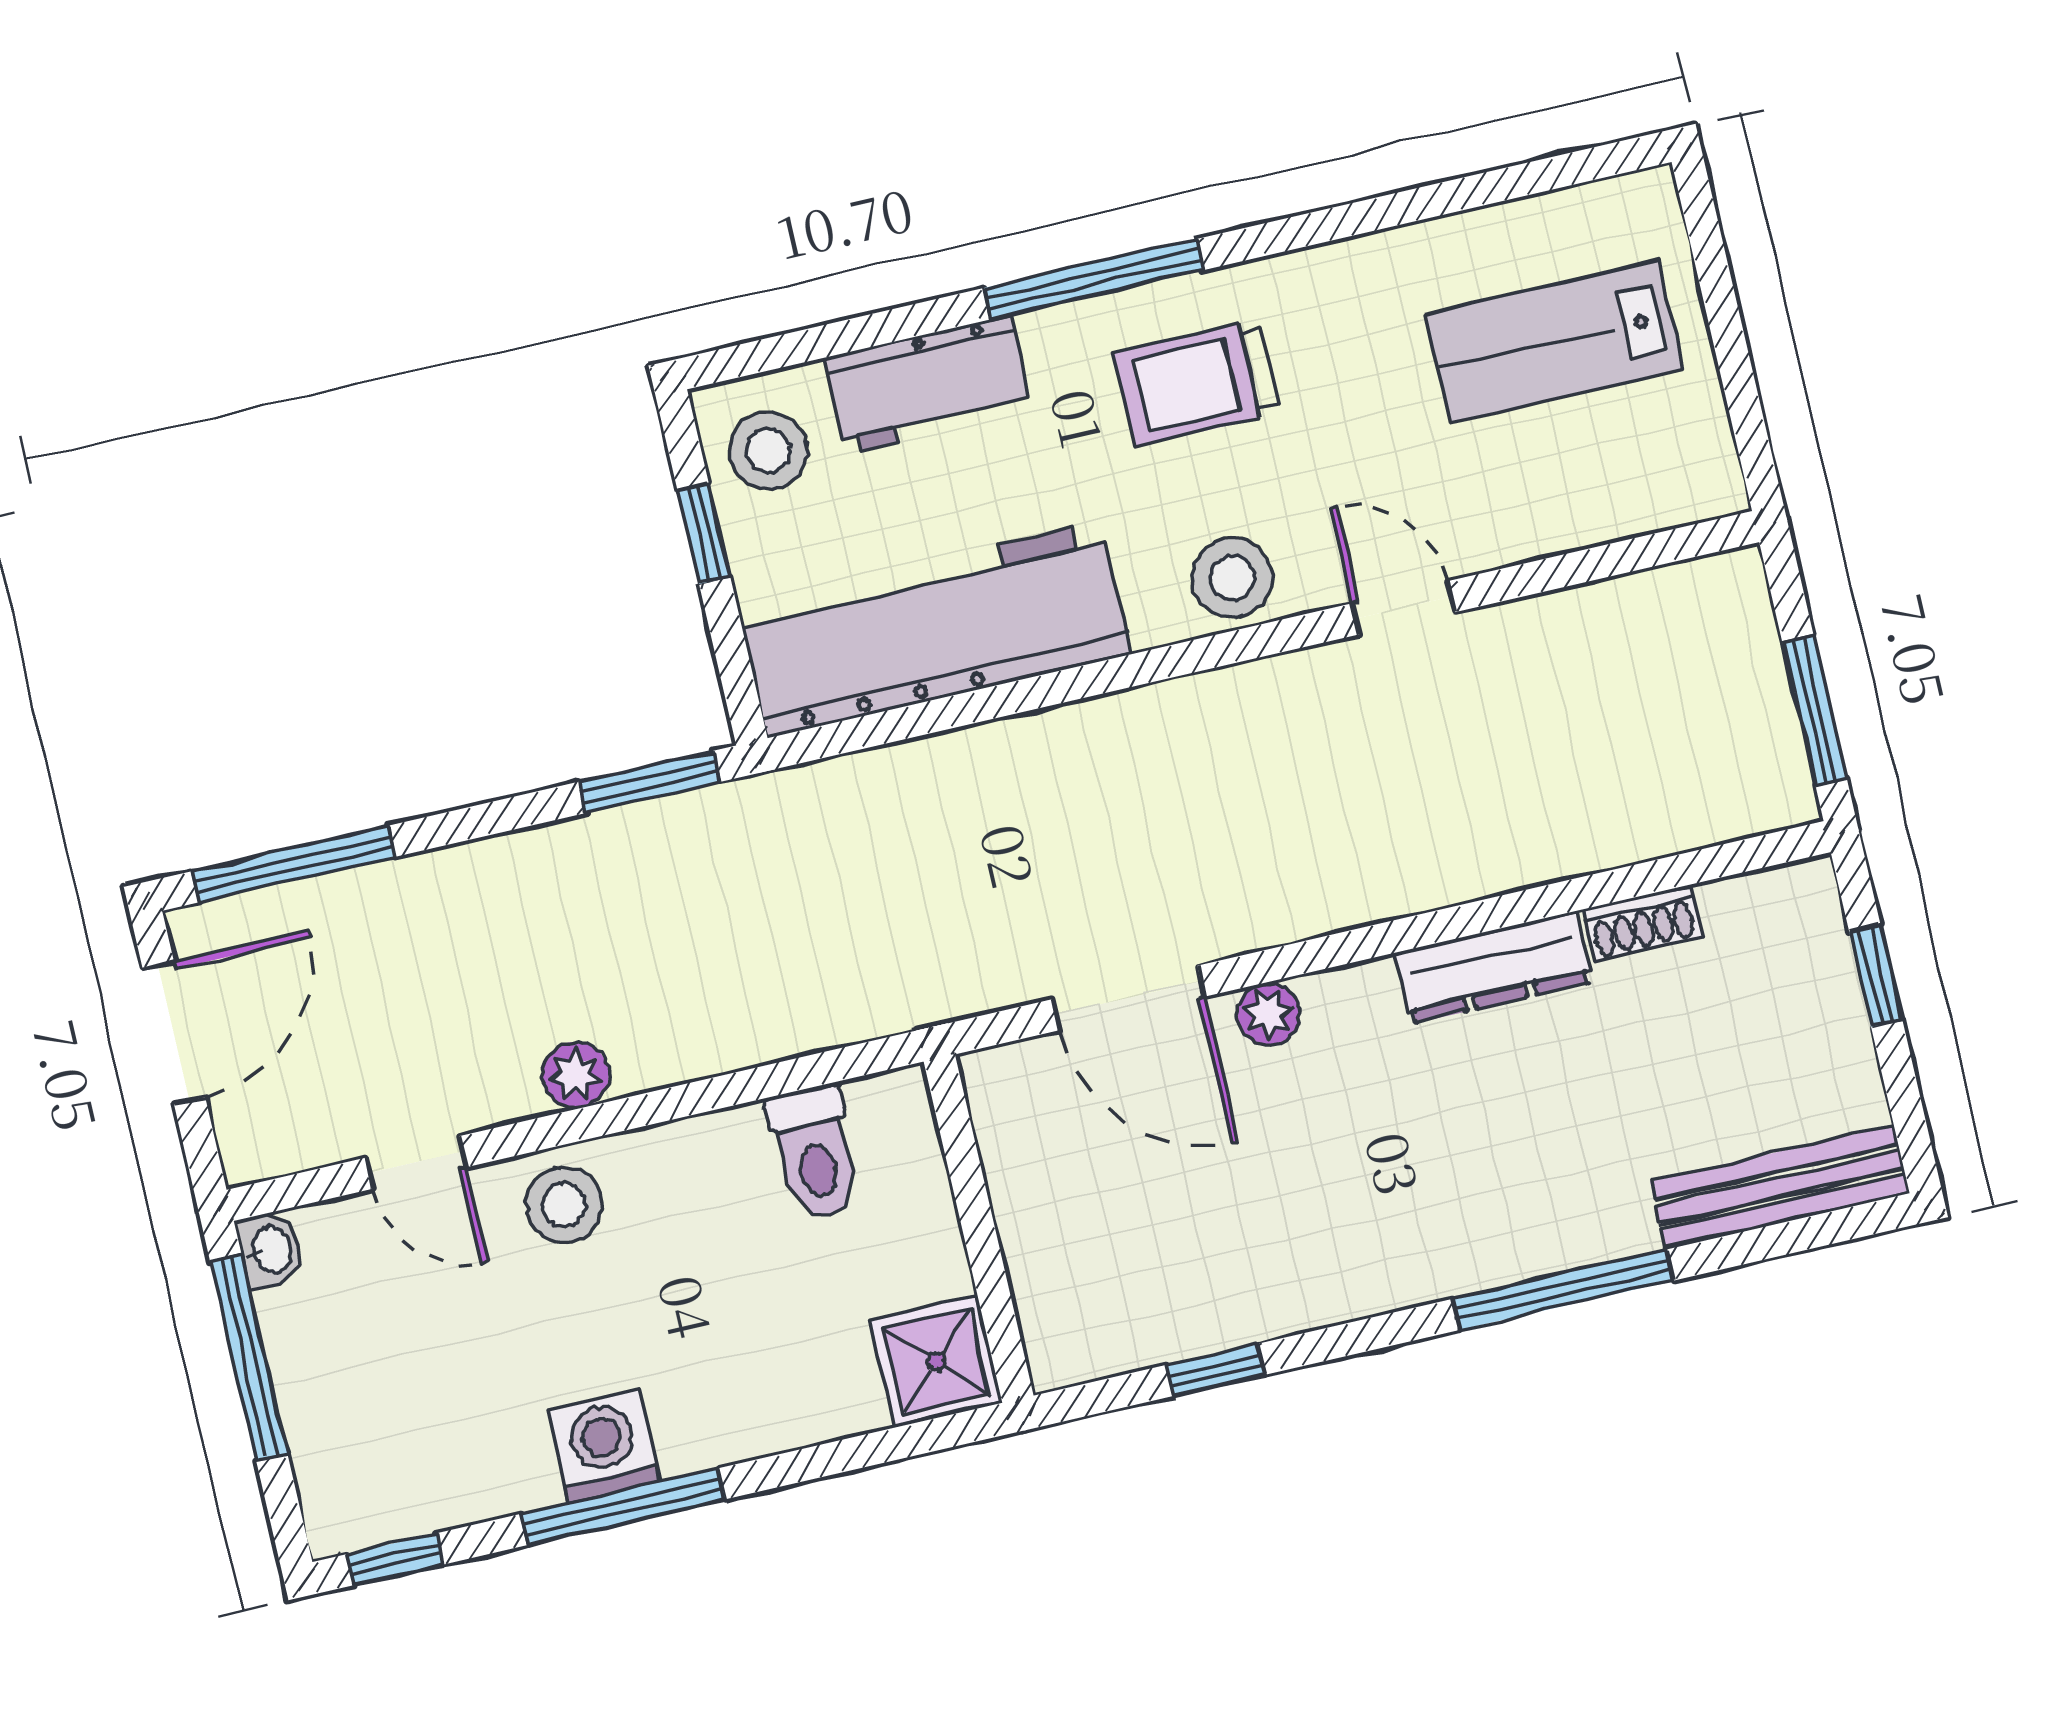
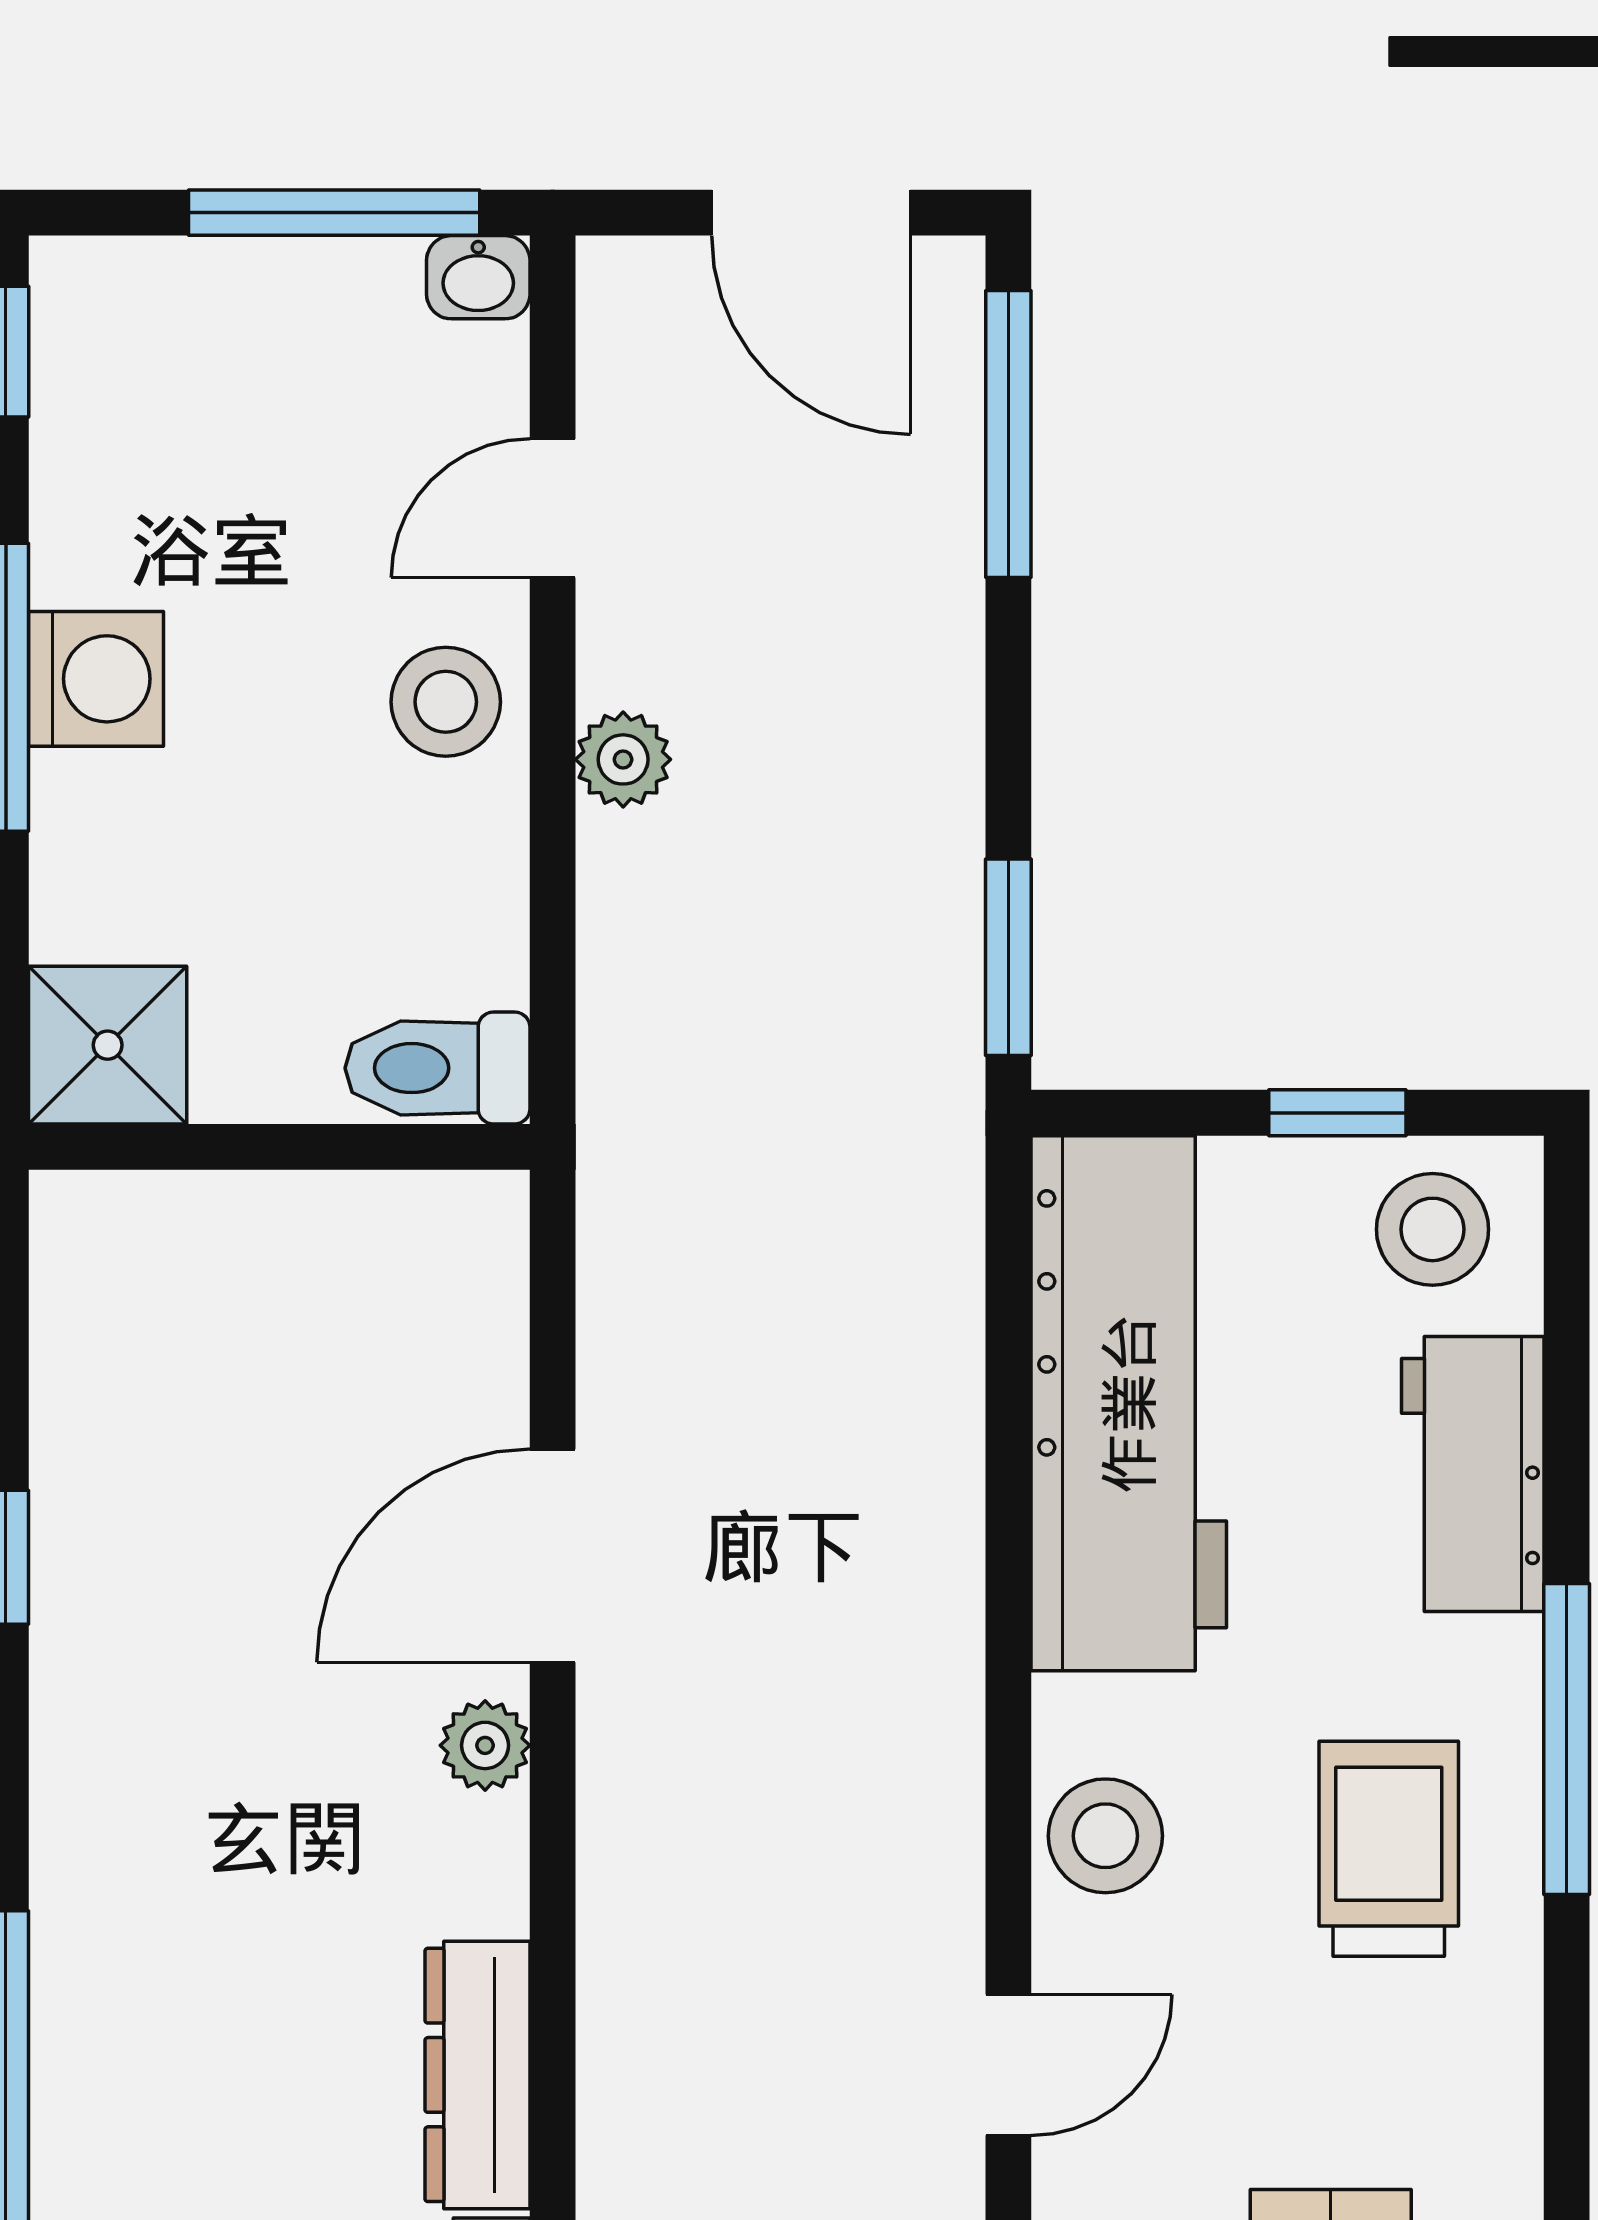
wall: (979, 1229) -> (279, 1147), moved
shower: (936, 1361) -> (108, 1045), moved

